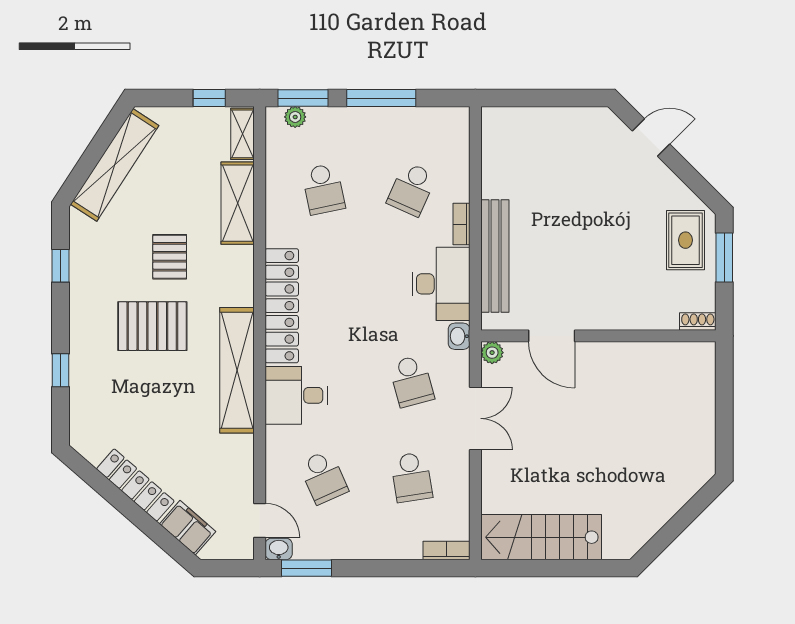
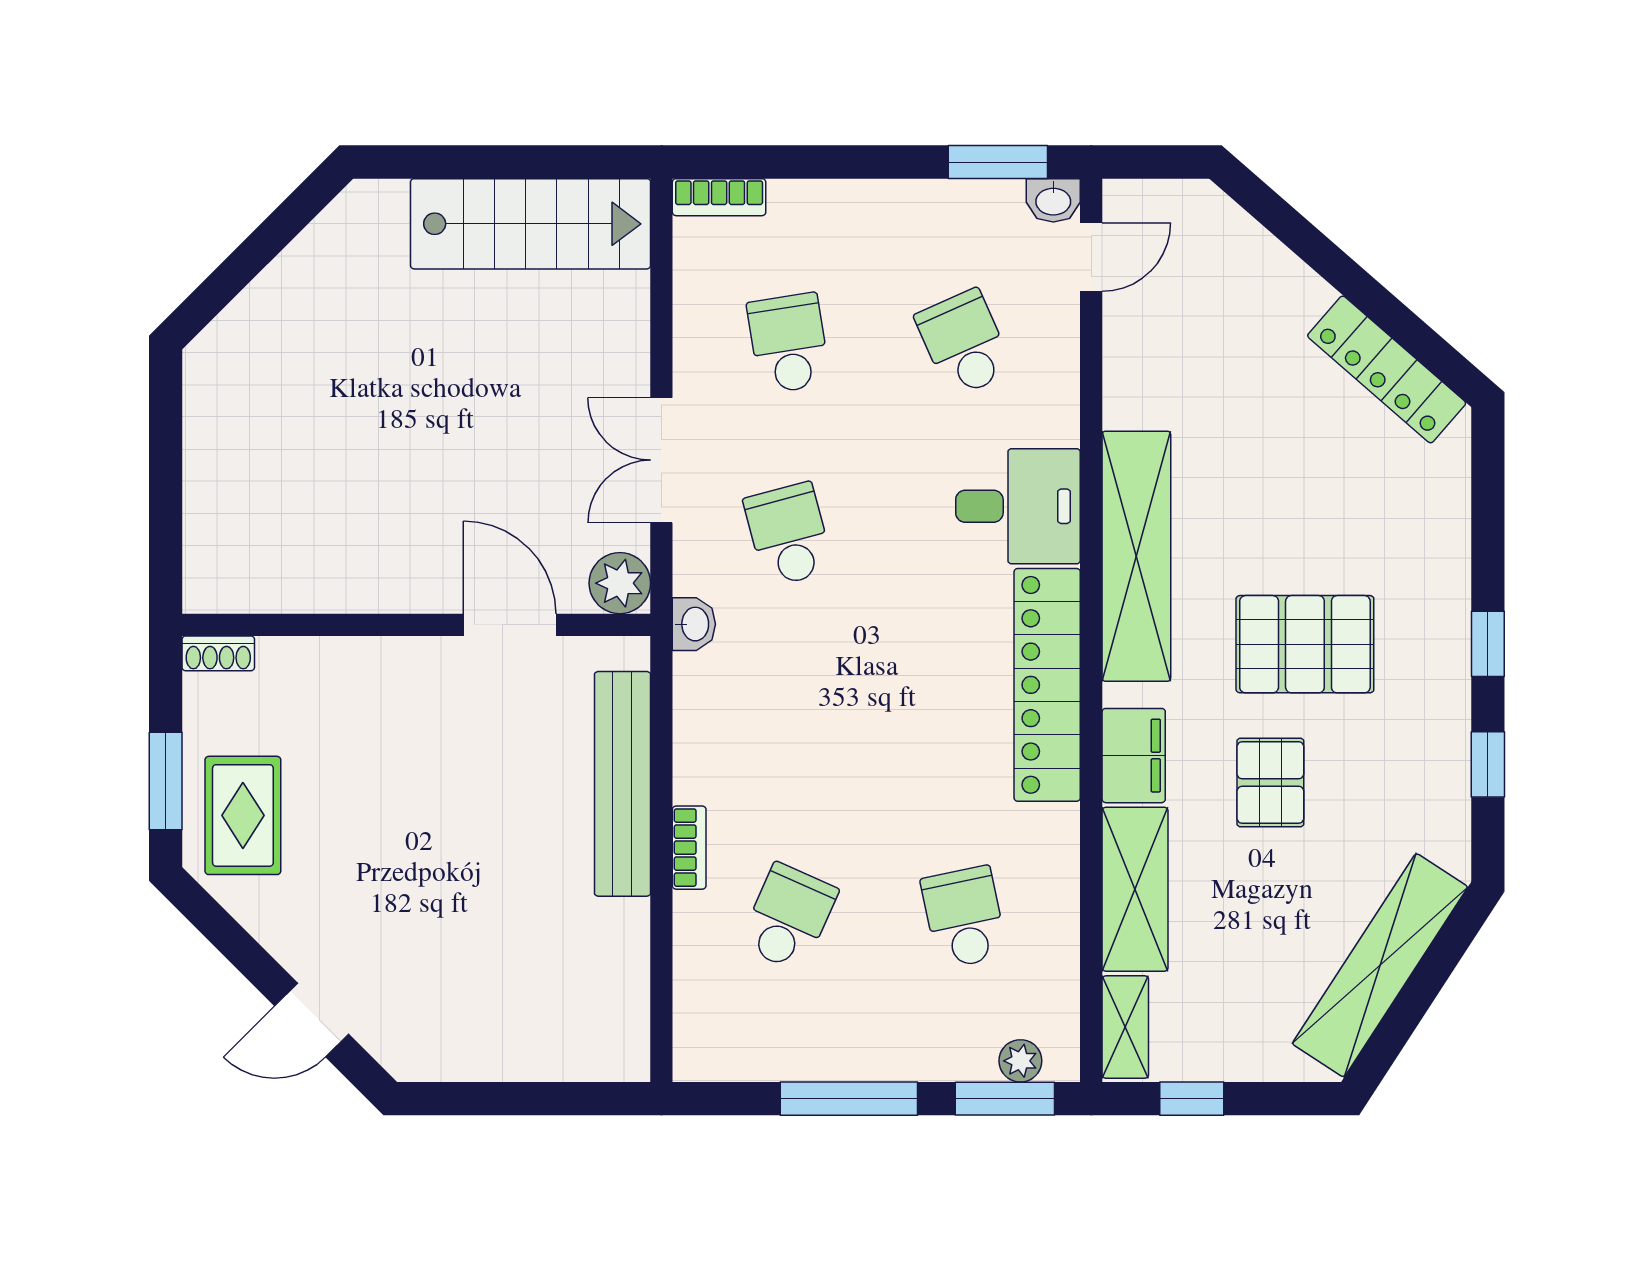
desk: (441, 284) -> (730, 728), removed
plant: (492, 353) -> (620, 583), width x1.38, depth x1.38
window: (61, 370) -> (1488, 644), moved
locker: (135, 485) -> (1387, 369), moved
door: (260, 520) -> (1091, 257), swing flipped
filing cabinet: (188, 528) -> (1134, 756), moved, turned -131

